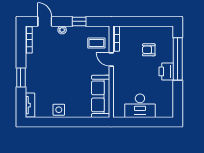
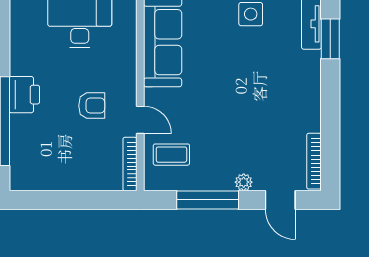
window: (79, 21) -> (208, 200), width x2.17
armchair: (149, 50) -> (92, 106), moved
window: (21, 77) -> (330, 39), moved

